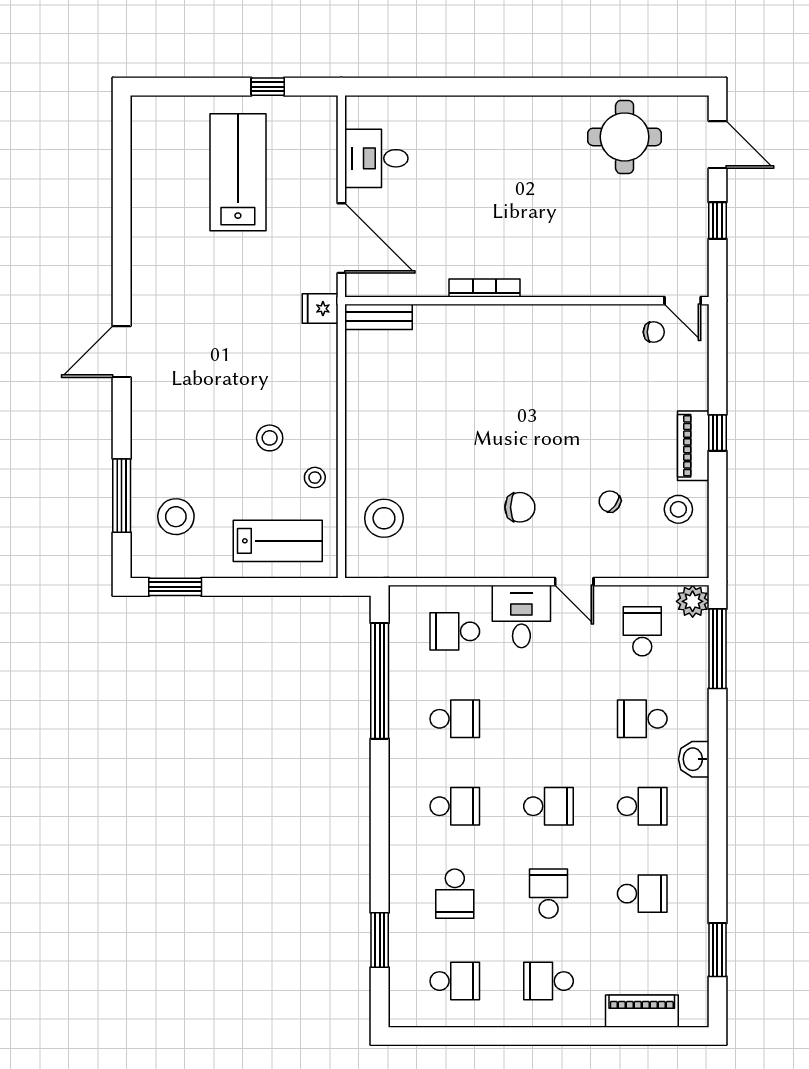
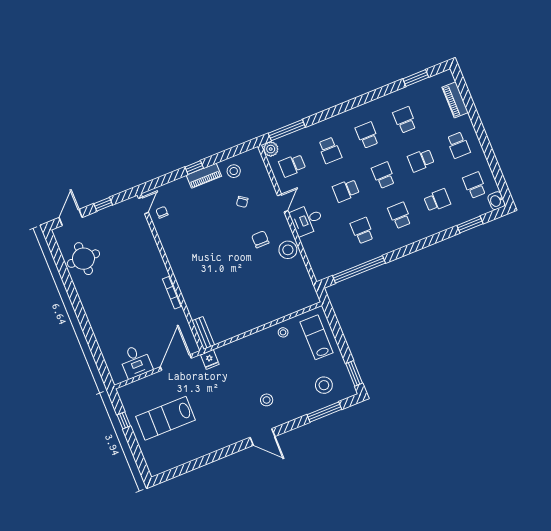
stool: (270, 438) -> (267, 400), moved
stool: (384, 518) -> (288, 250), moved
school desk: (455, 631) -> (346, 190), moved, turned 90
washbasin: (694, 759) -> (496, 201), moved, turned 90

